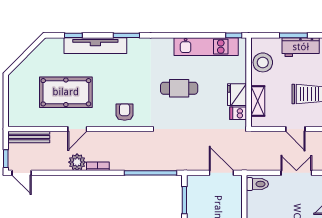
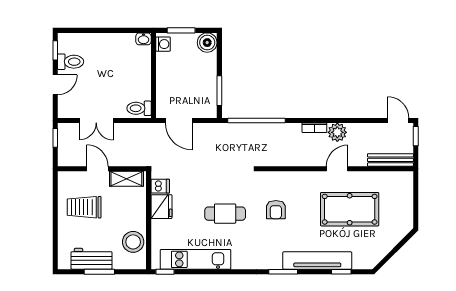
shelving: (258, 101) -> (126, 179), moved, turned 90
armchair: (125, 112) -> (276, 210), moved

